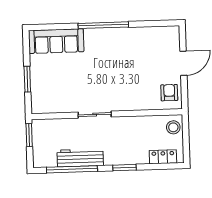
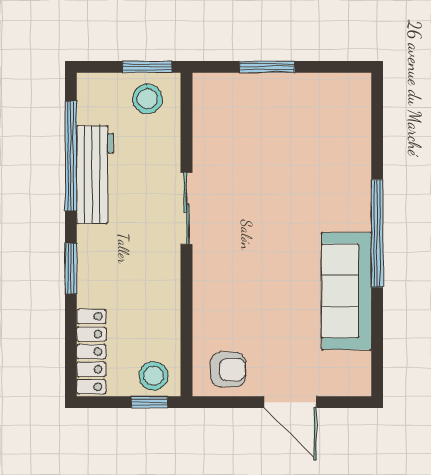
sofa: (56, 41) -> (346, 291), moved
window: (186, 129) -> (149, 402), added
stool: (44, 134) -> (147, 99), added
locker: (163, 157) -> (91, 352), width x1.53

